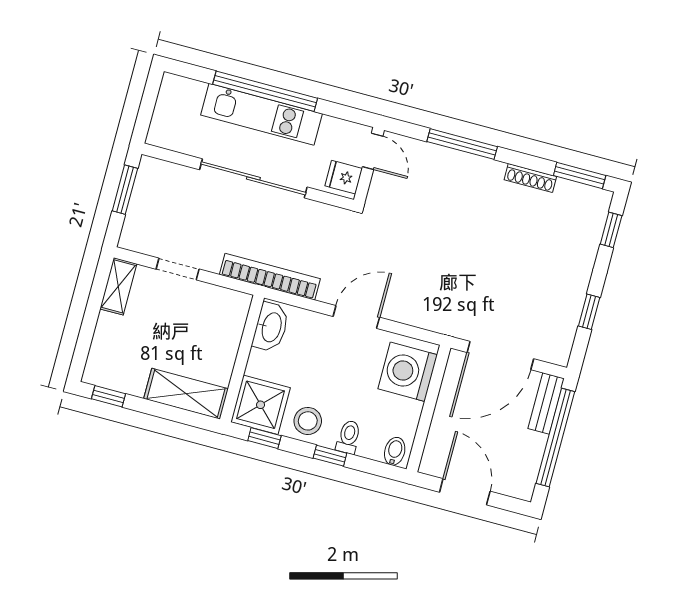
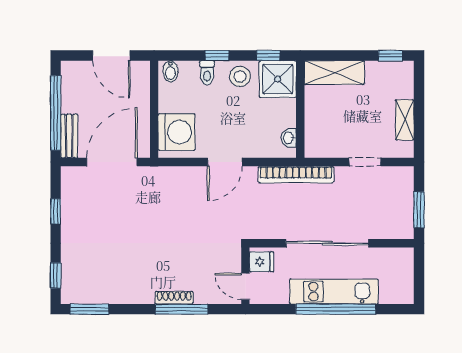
shoe rack: (530, 178) -> (174, 298), moved
shelving: (118, 286) -> (405, 120), moved
washbasin: (271, 327) -> (289, 138), width x0.52, depth x0.69

